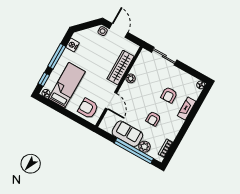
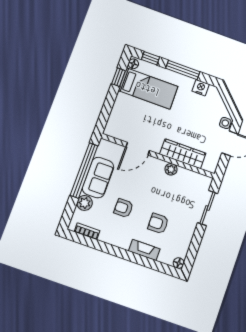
window: (54, 106) -> (119, 77), added
armchair: (88, 108) -> (123, 121), removed
window: (134, 151) -> (84, 171), moved

